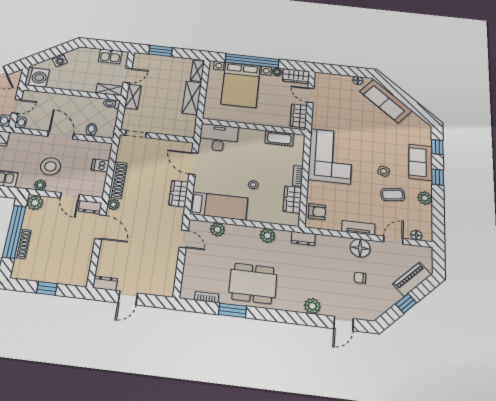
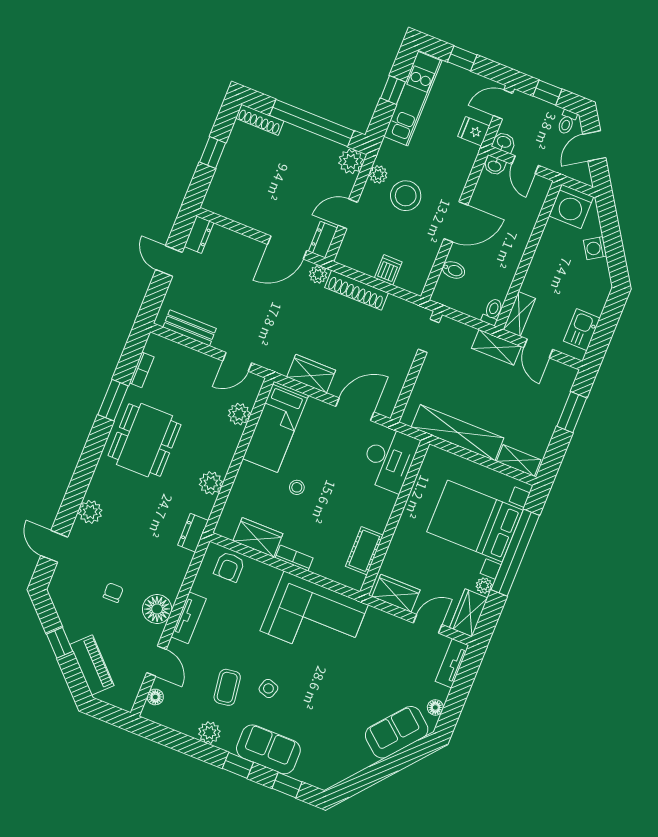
tv unit: (329, 78) -> (452, 663), added
shelving: (192, 98) -> (458, 433), width x1.47
sofa: (386, 101) -> (397, 732), width x0.73
shoe rack: (23, 244) -> (260, 120), moved
bench: (170, 274) -> (190, 328), added

